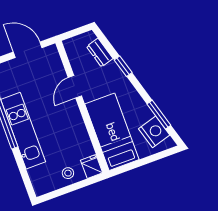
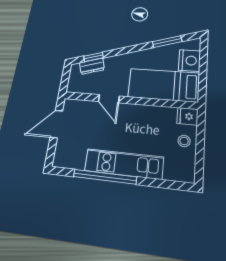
window: (123, 66) -> (93, 57), moved
nightstand: (154, 132) -> (189, 60), moved, turned 106

